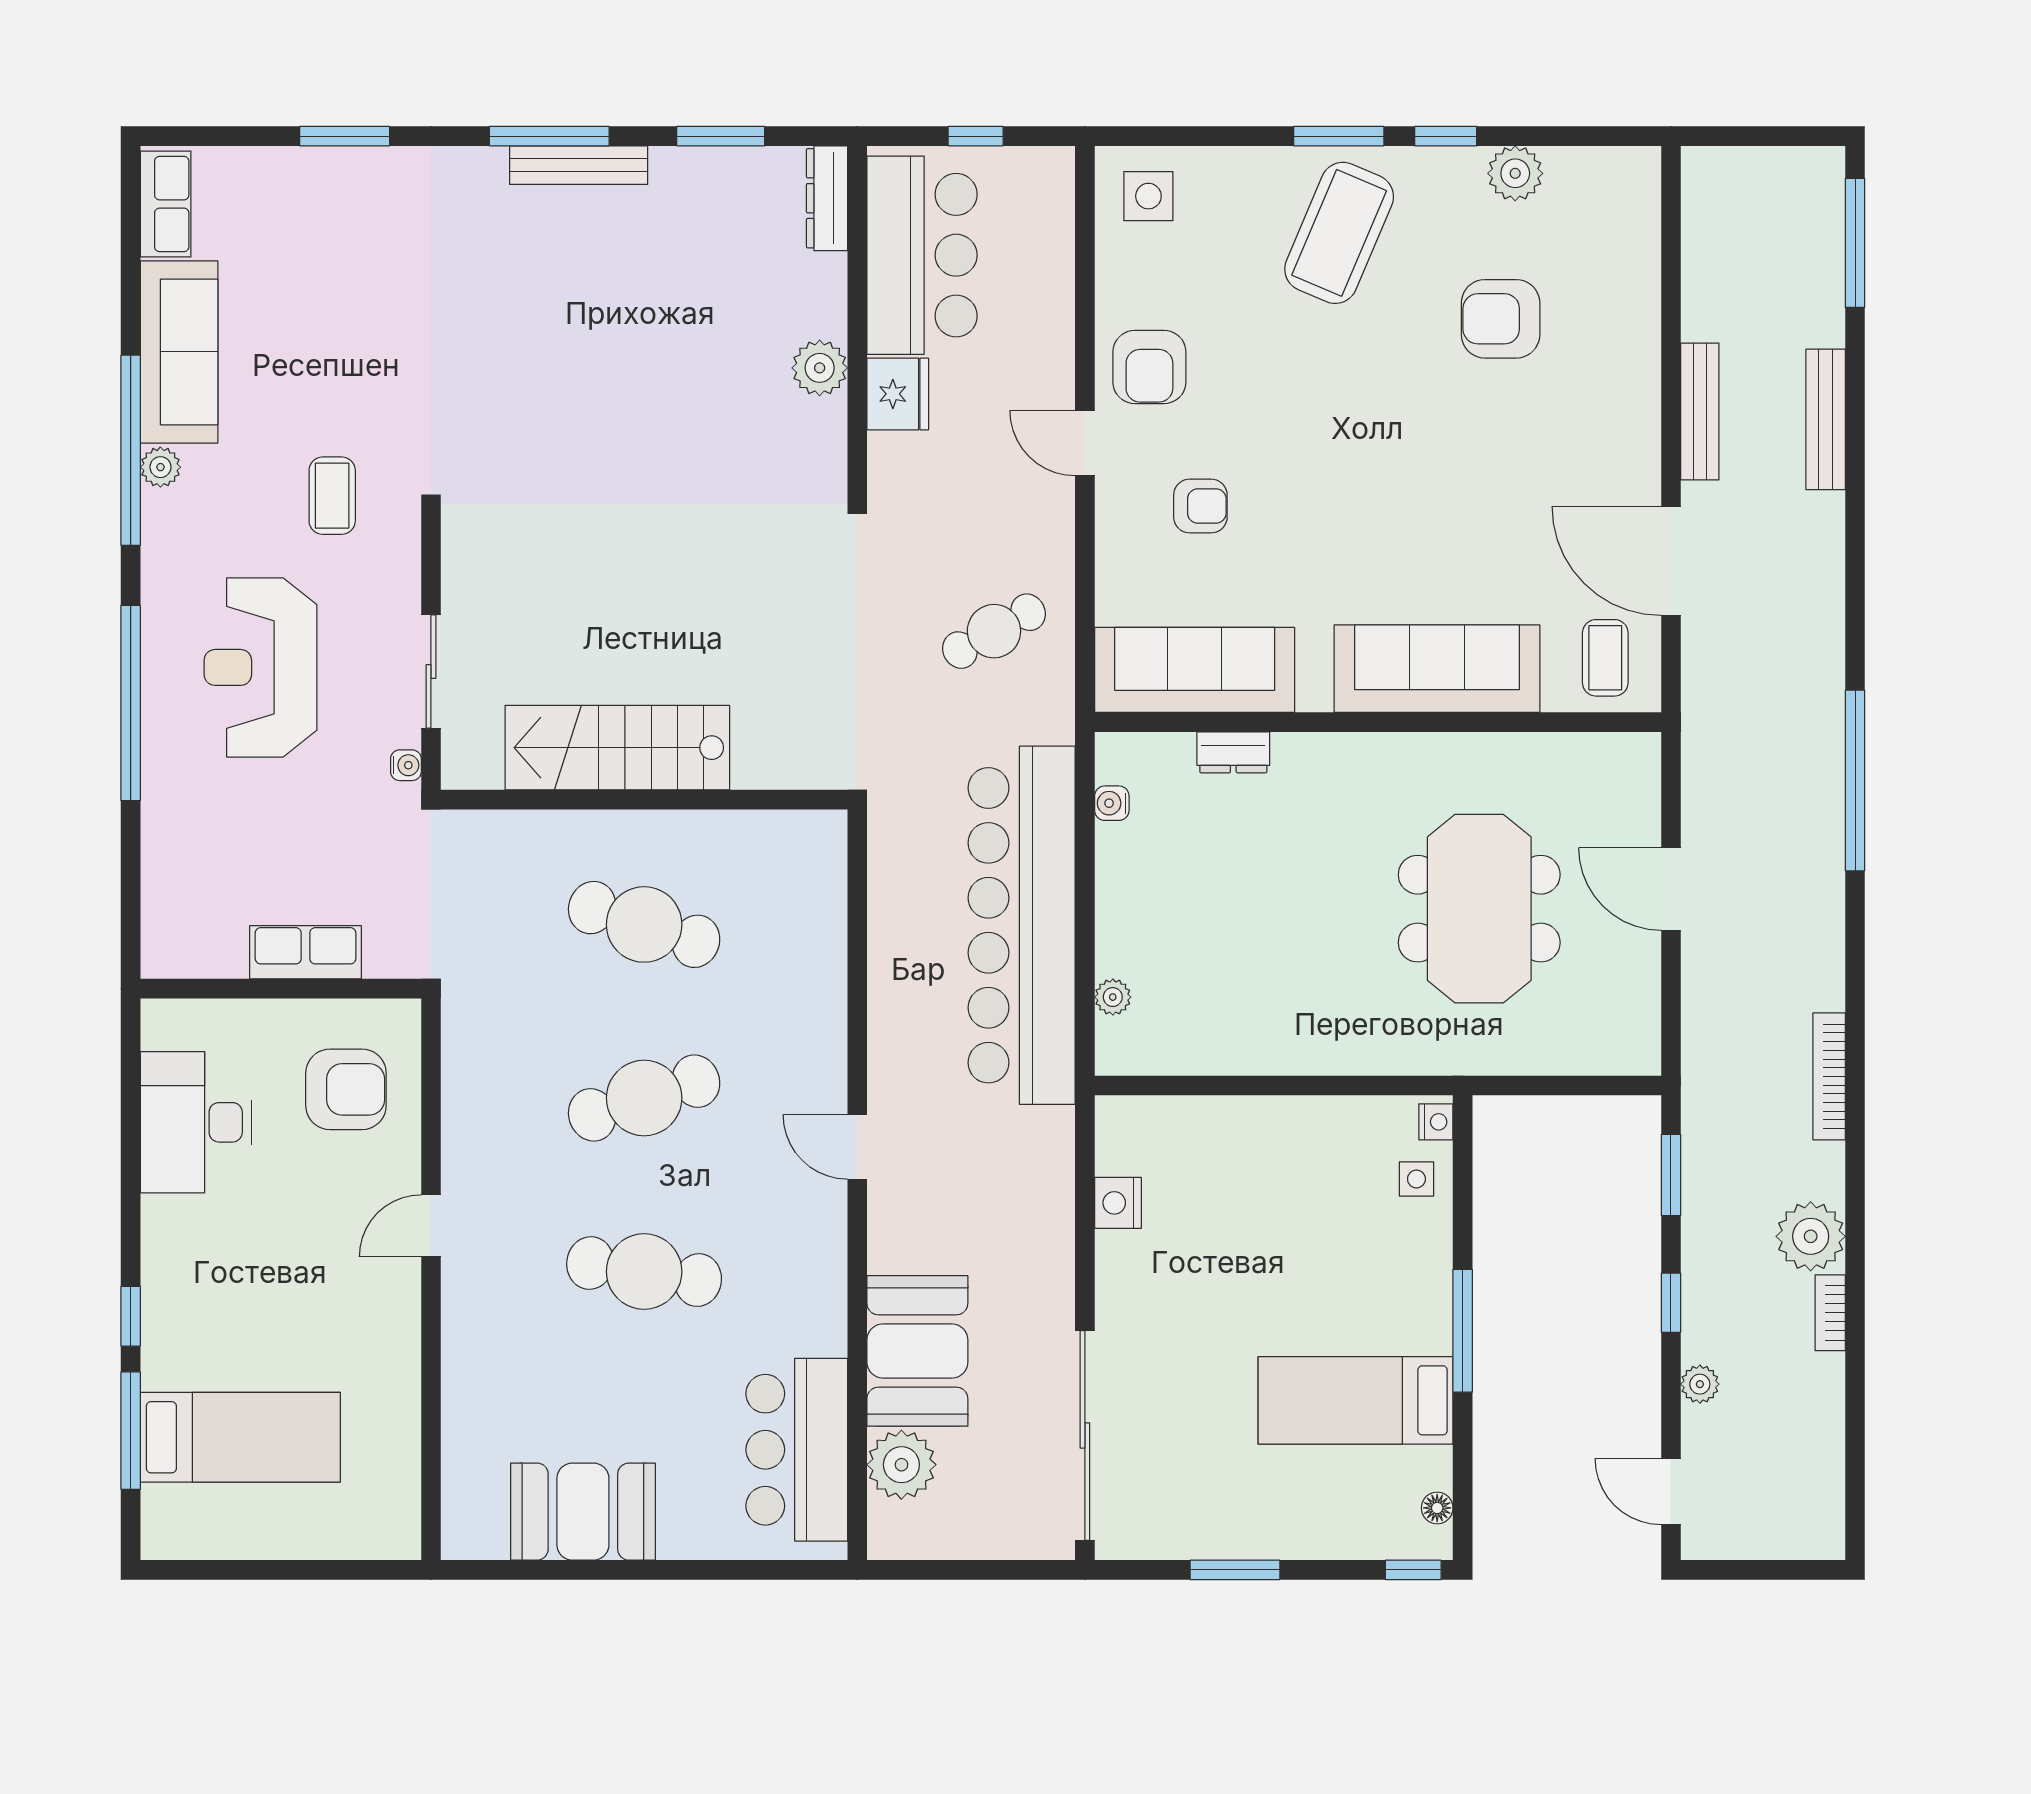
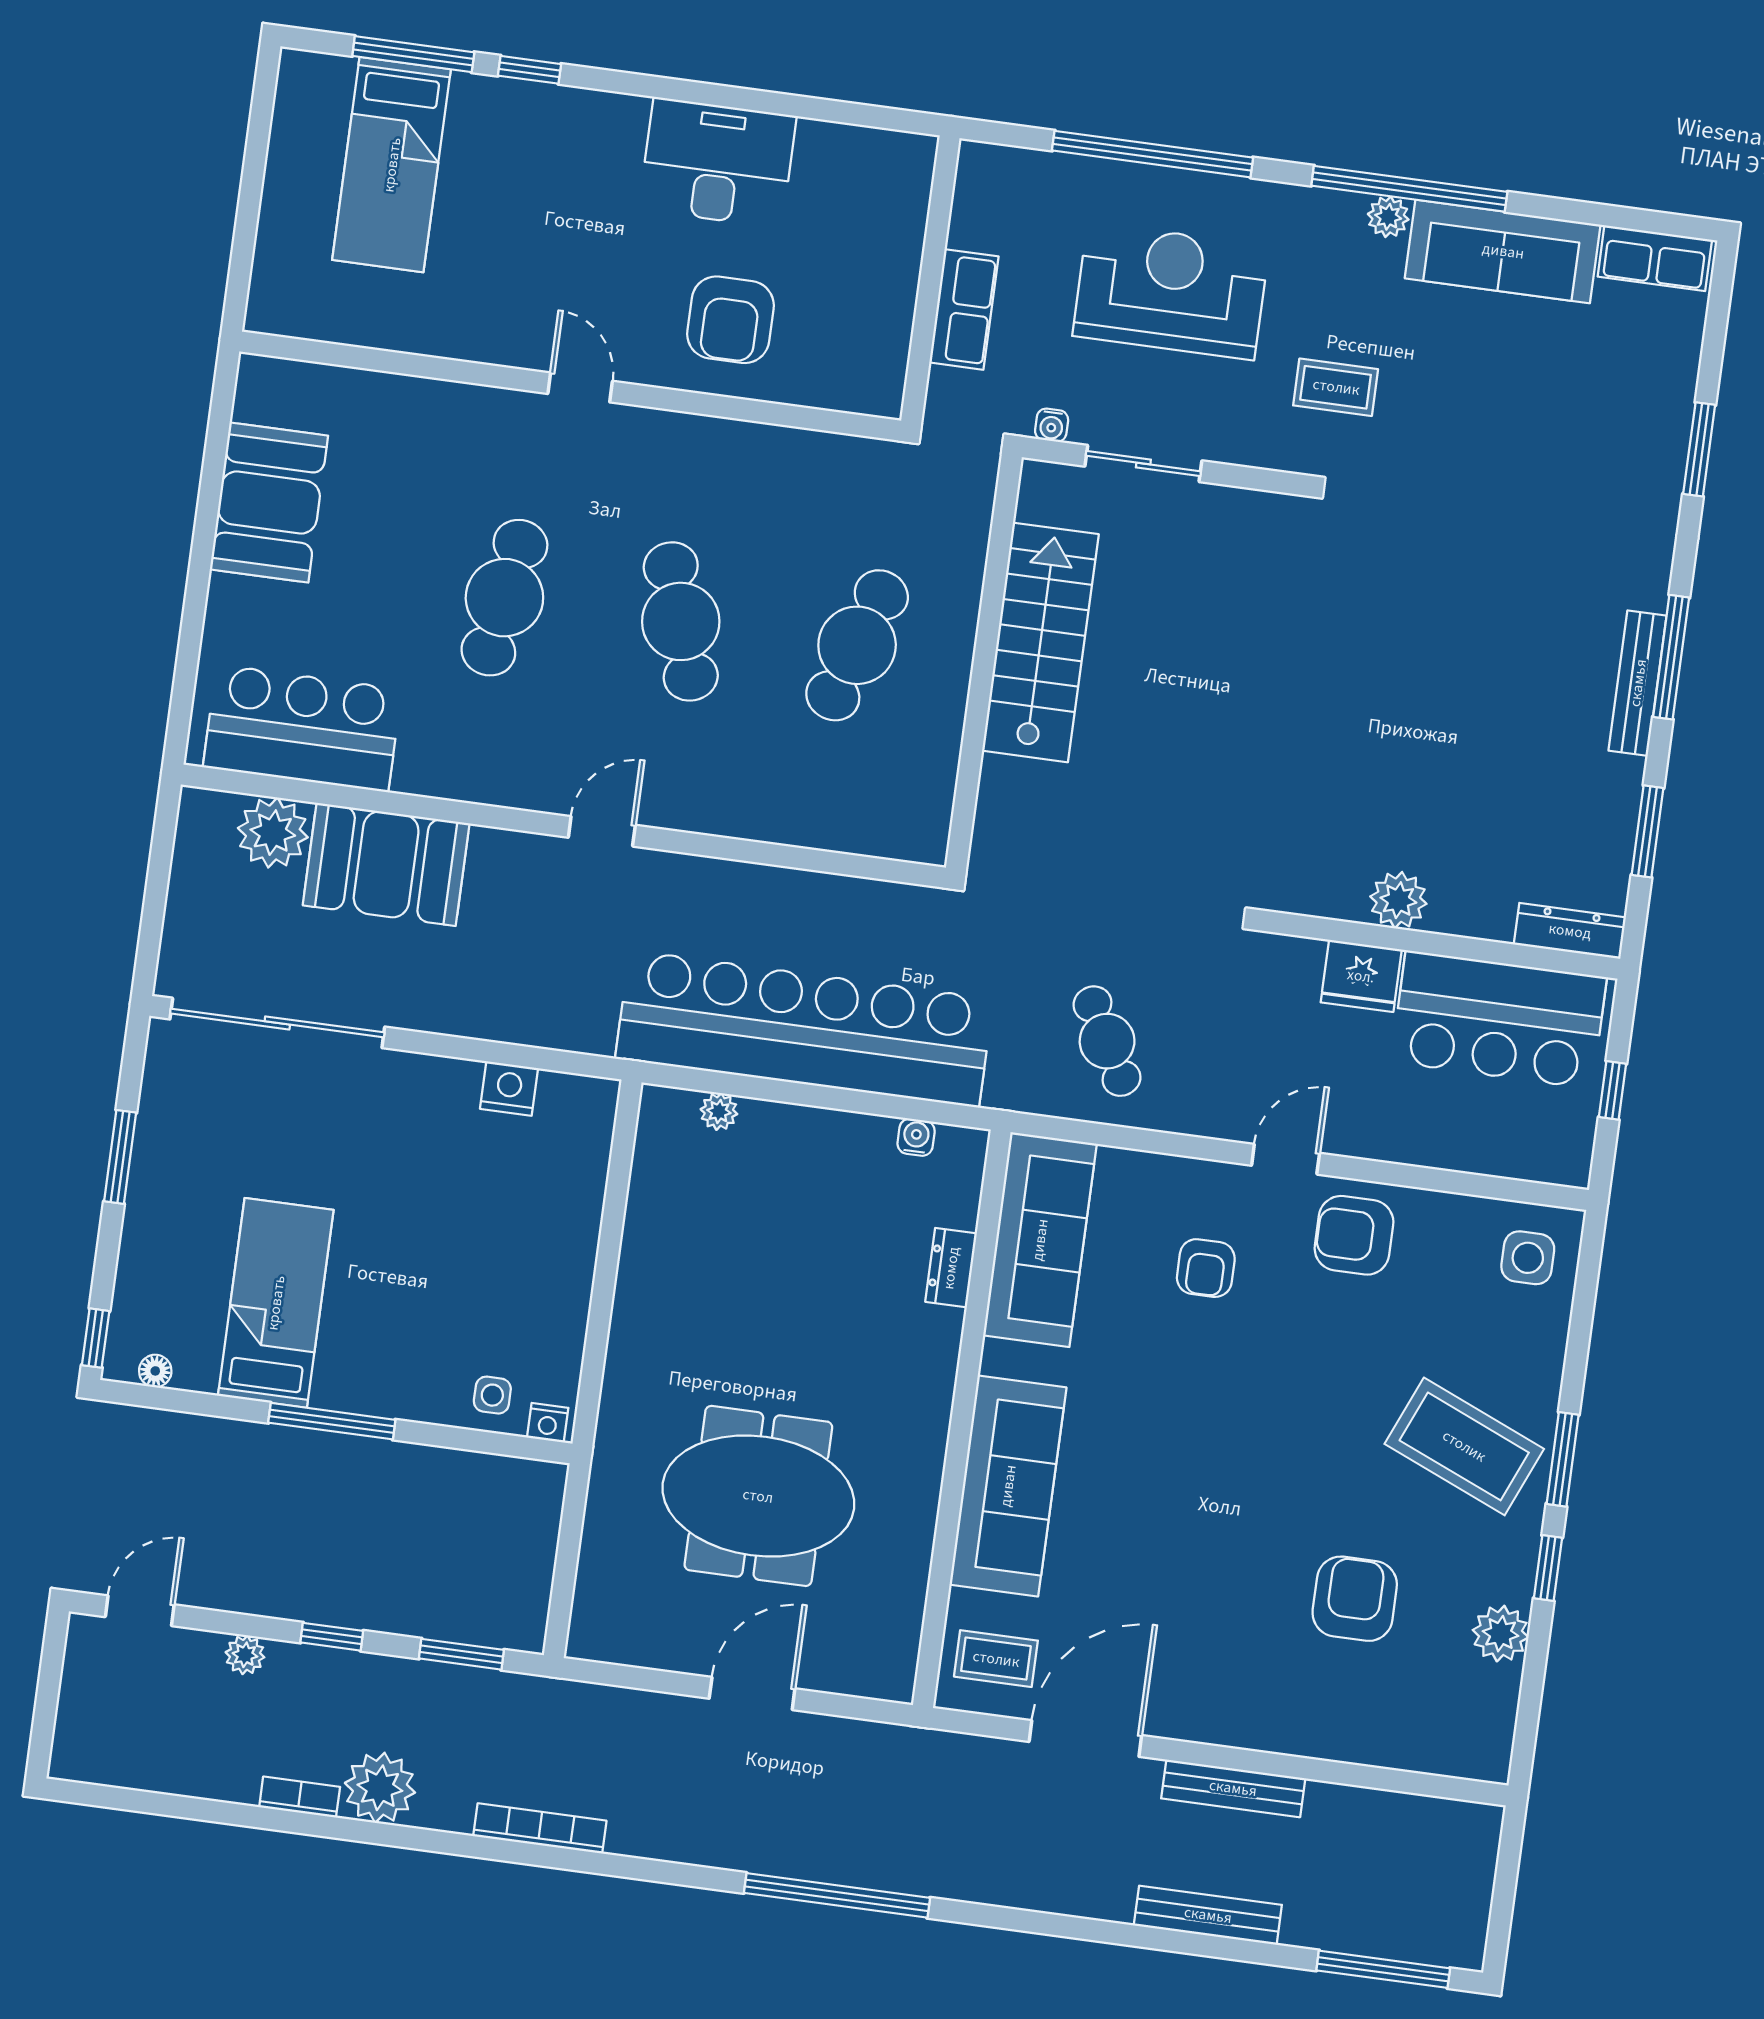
row of seats: (306, 952) -> (964, 309), moved
wall: (281, 989) -> (930, 279), moved

